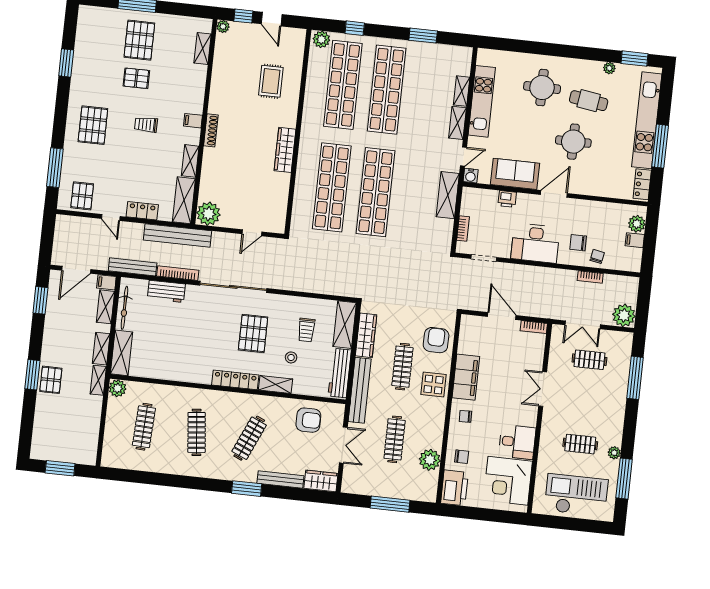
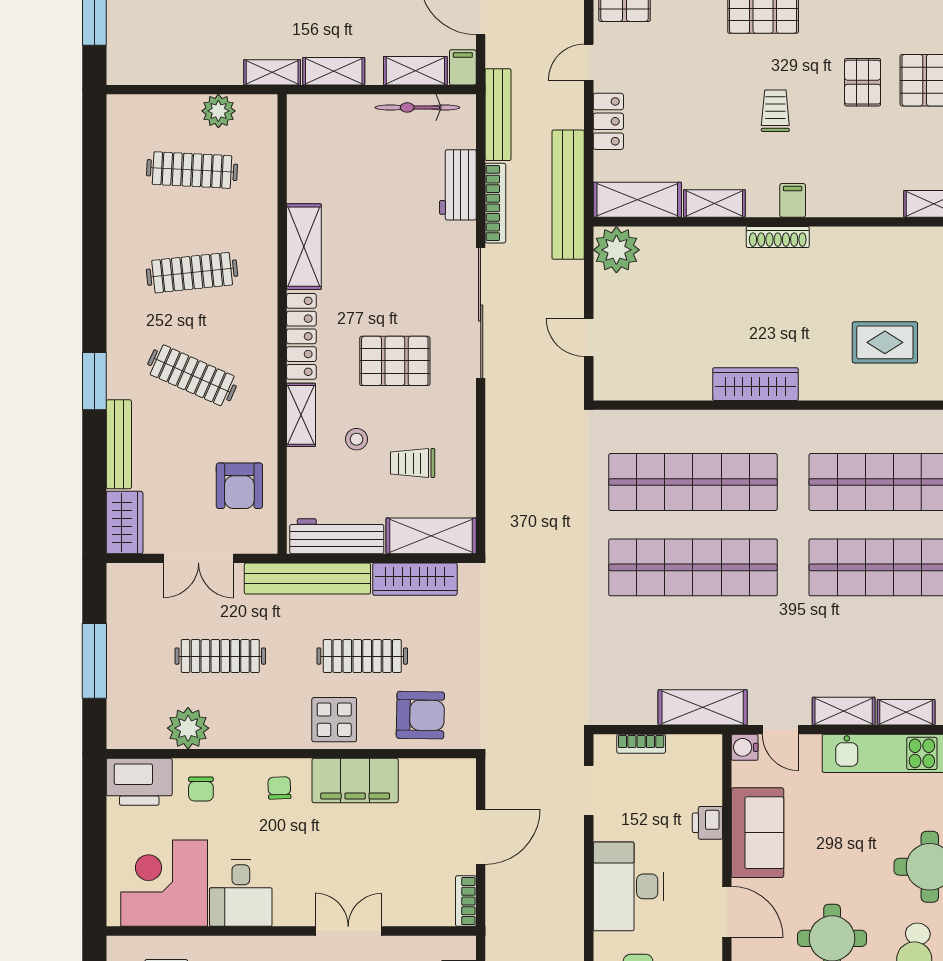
shelving: (122, 353) -> (304, 247), moved, turned 90
plant: (118, 388) -> (218, 111), moved

